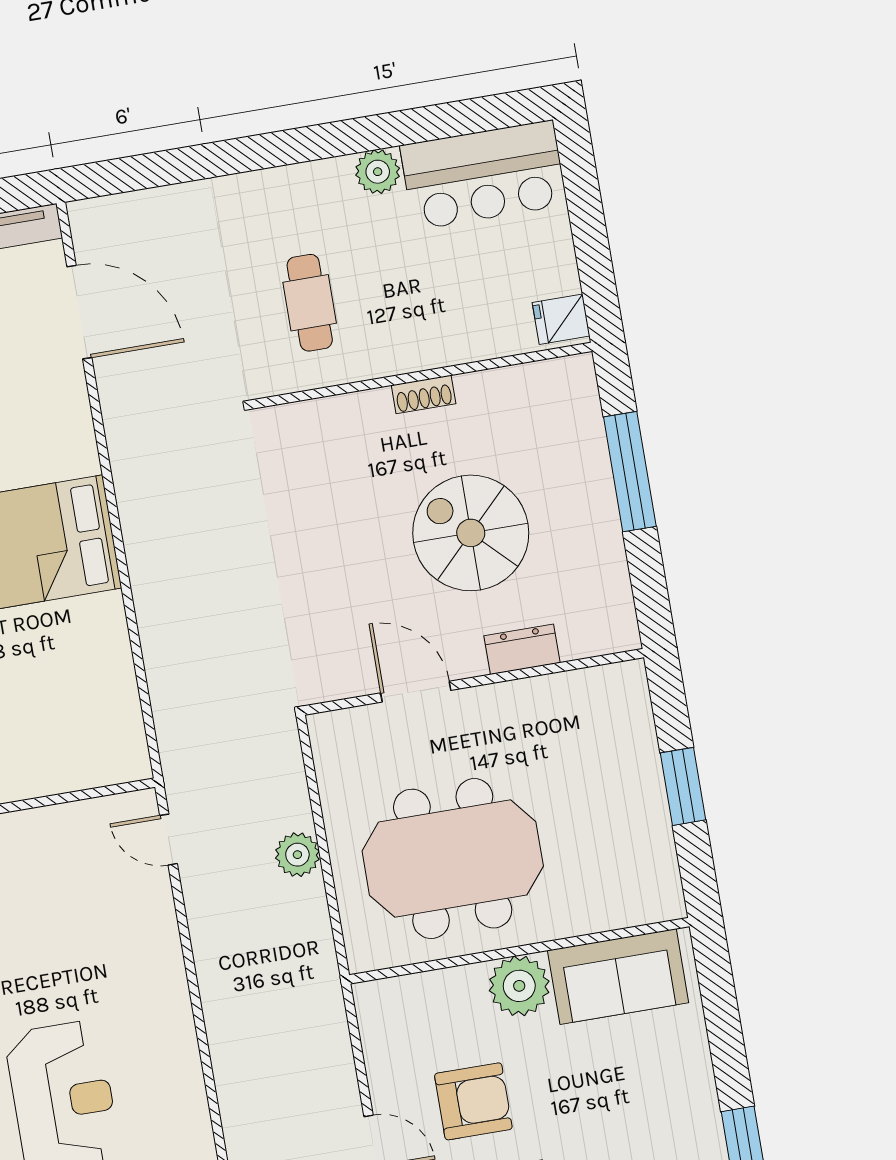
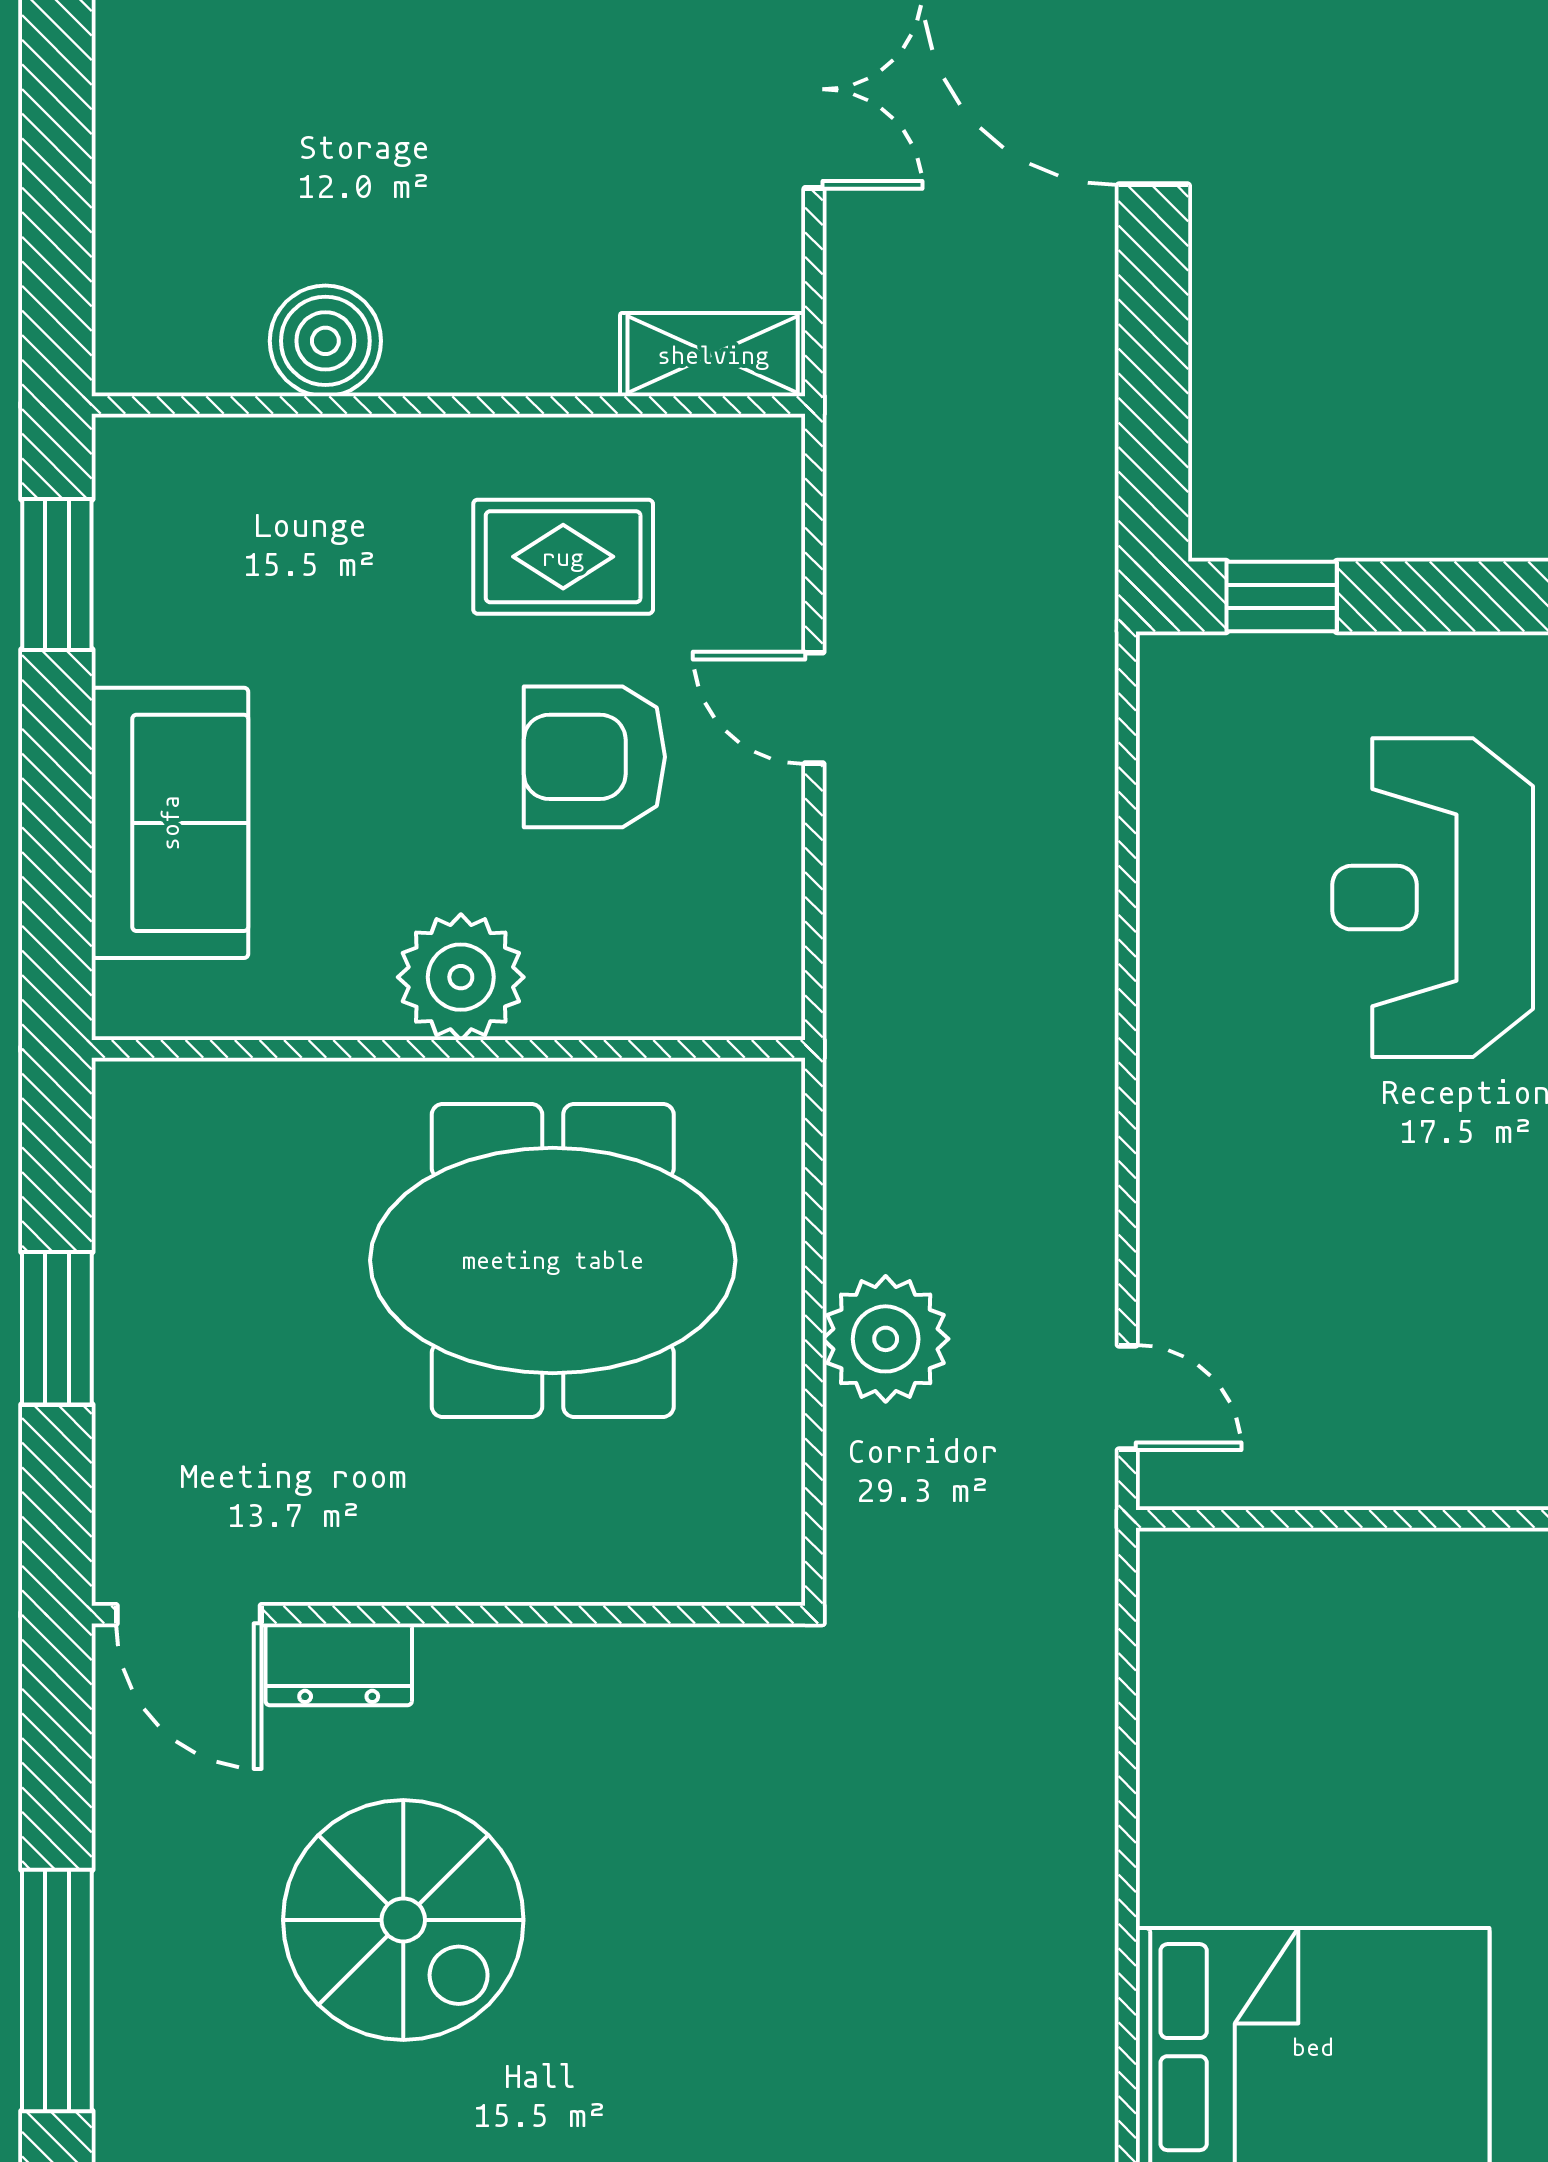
door: (416, 692) -> (189, 1615), moved
plant: (297, 855) -> (886, 1339), width x1.36, depth x1.36
sofa: (618, 977) -> (170, 823), moved, turned 90

